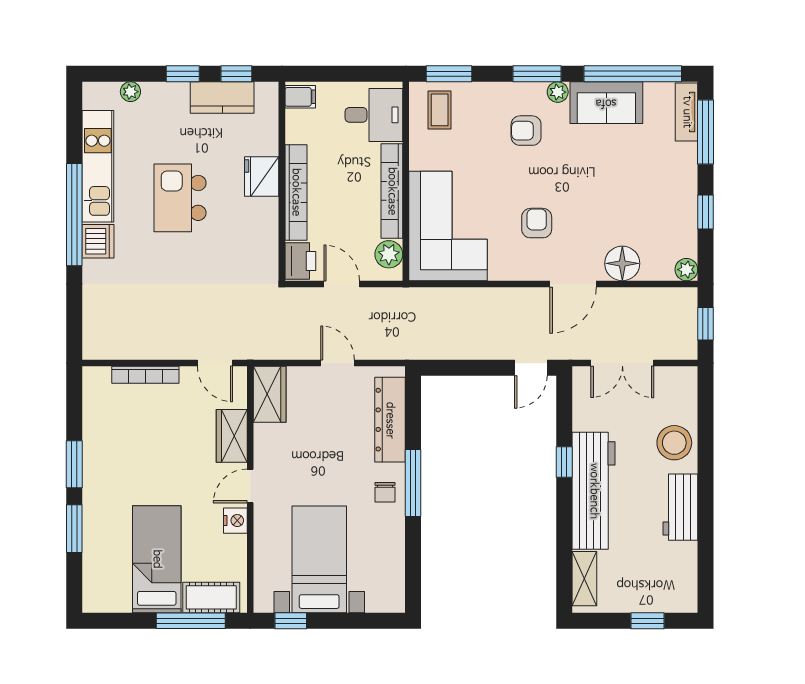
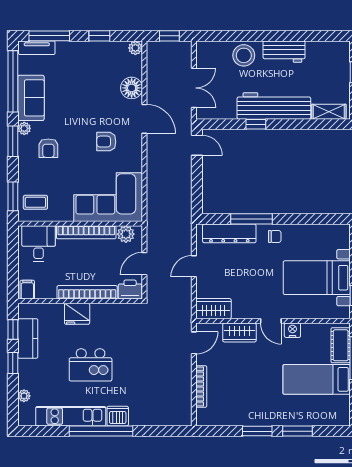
window: (413, 483) -> (252, 219), moved

